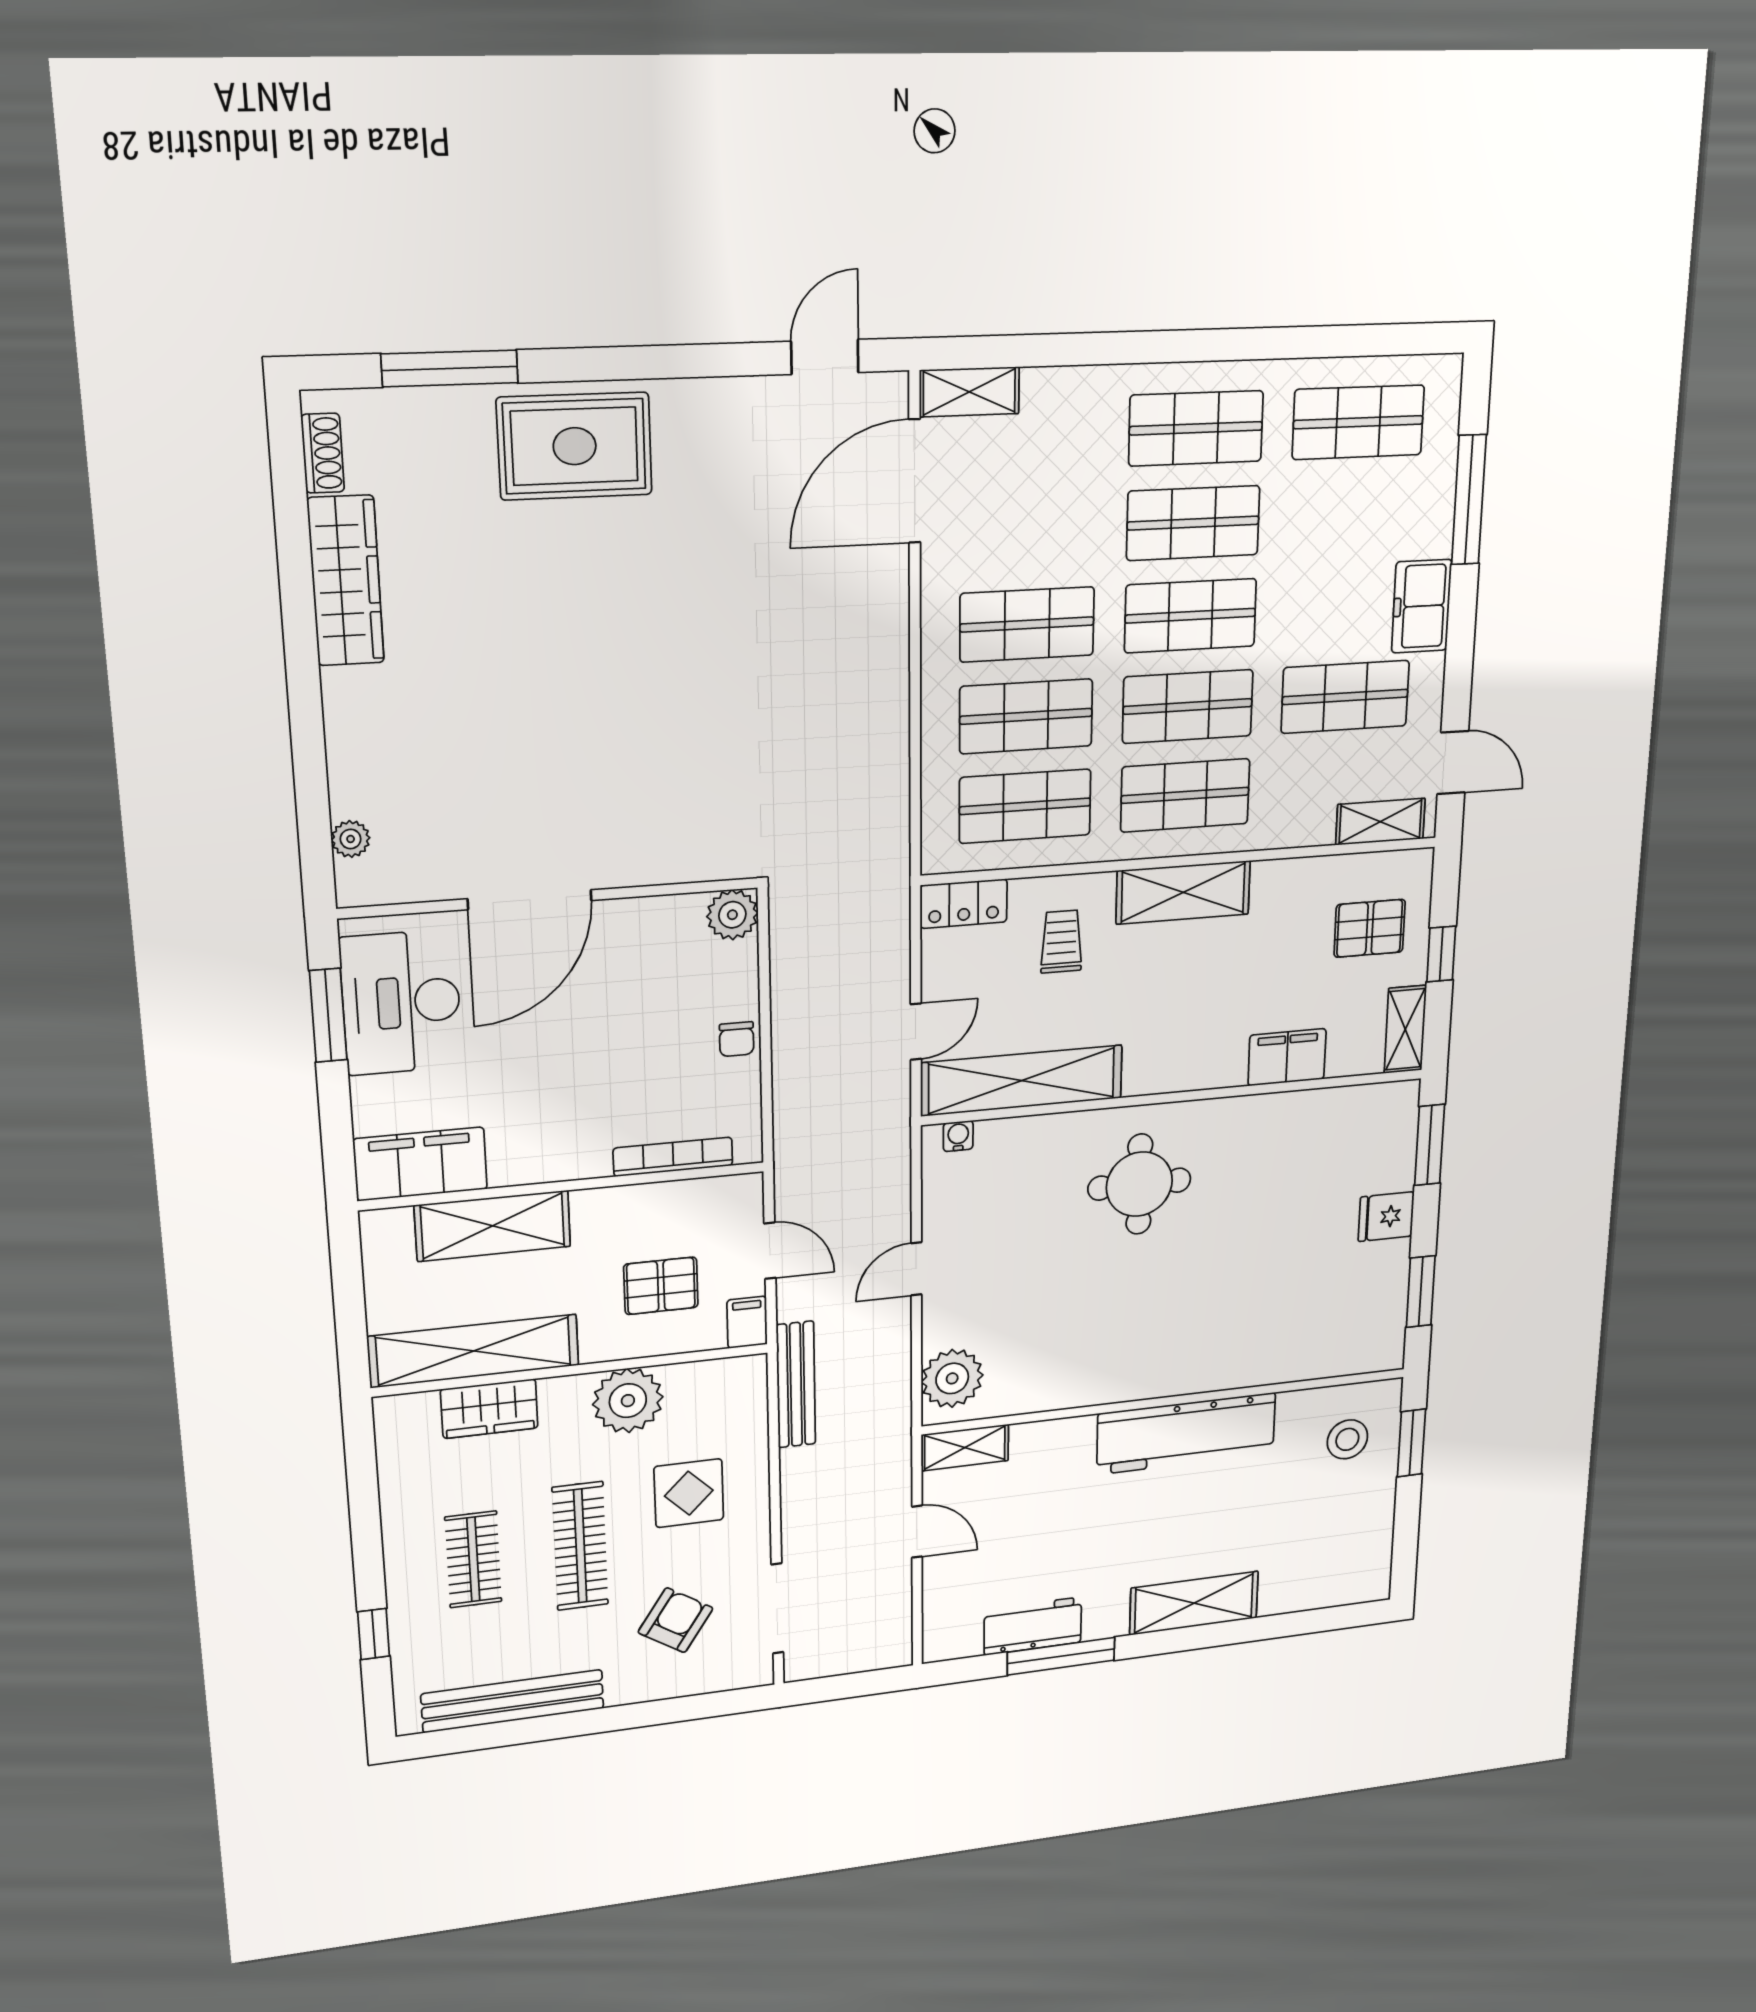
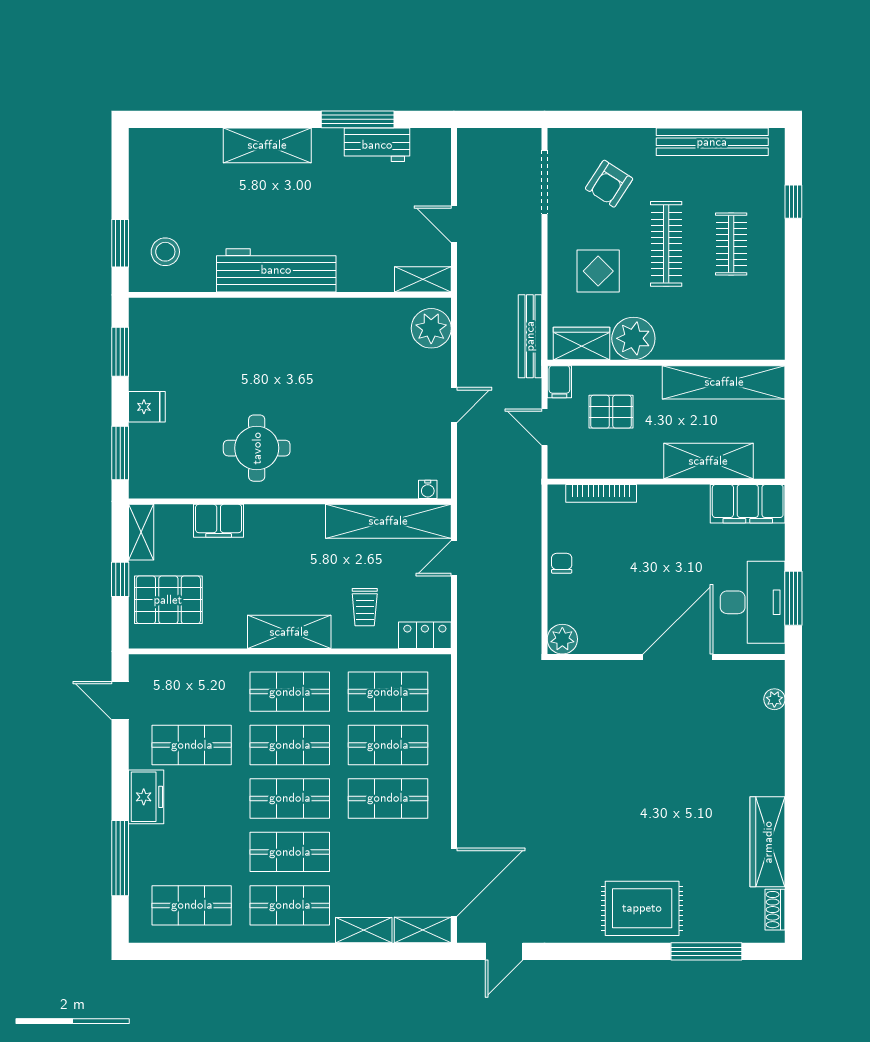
shelving: (1380, 822) -> (364, 930), moved
pallet: (1370, 928) -> (168, 600), width x1.50, depth x1.42
round table: (1139, 1184) -> (257, 448), moved
wardrobe: (489, 1409) -> (581, 344), moved

